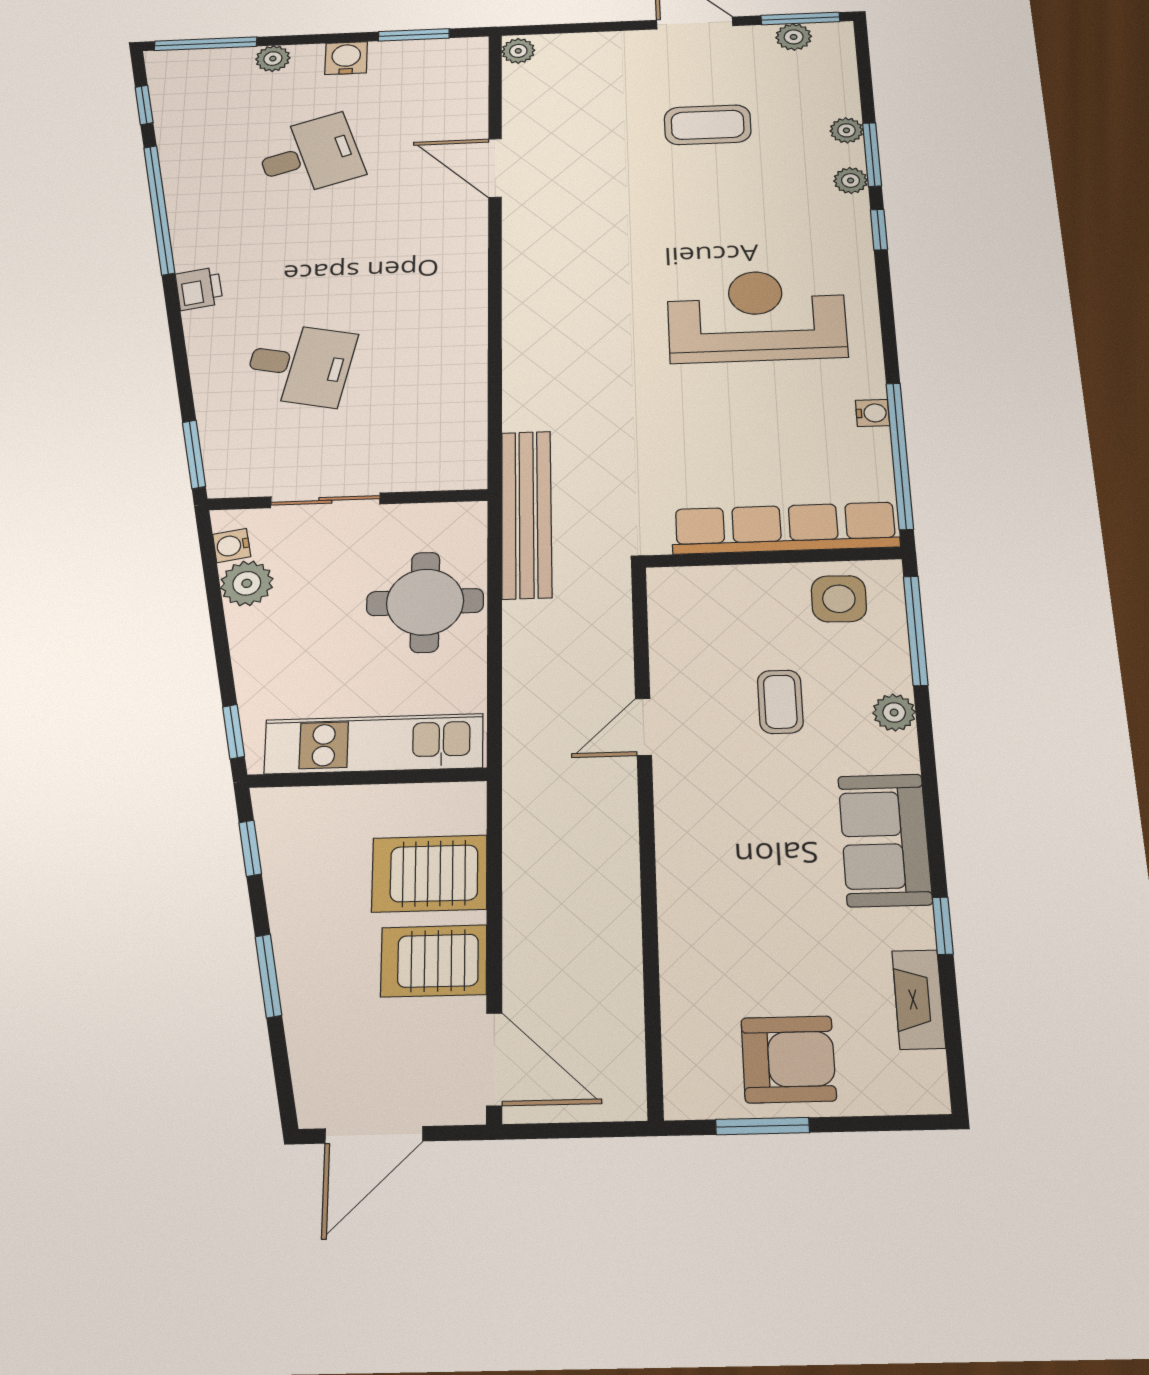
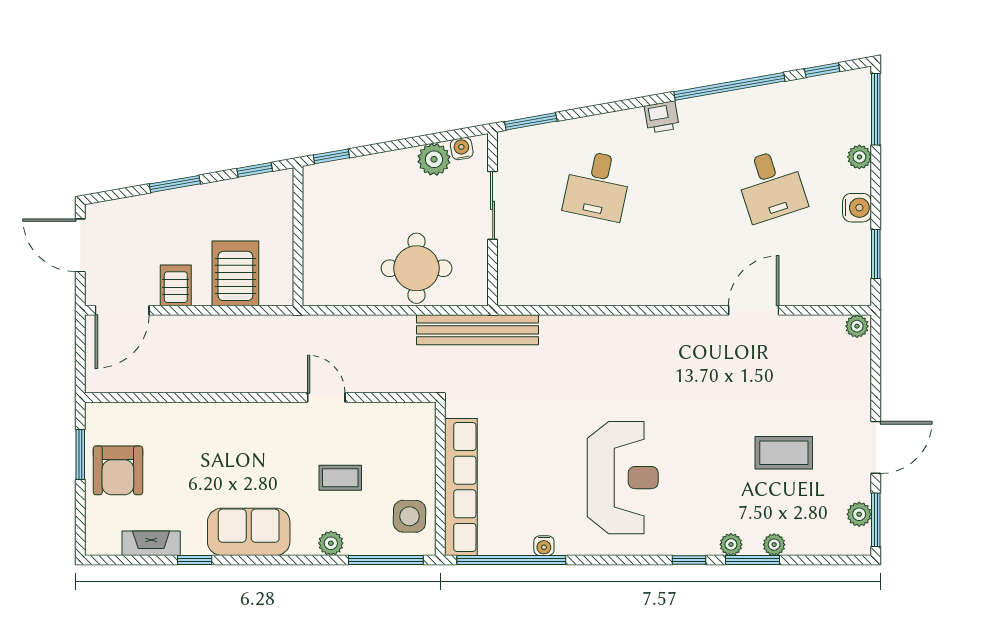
coffee table: (708, 125) -> (784, 453), turned 90
kitchen unit: (374, 744) -> (320, 240), removed
server rack: (434, 961) -> (176, 285), width x0.73, depth x0.70

